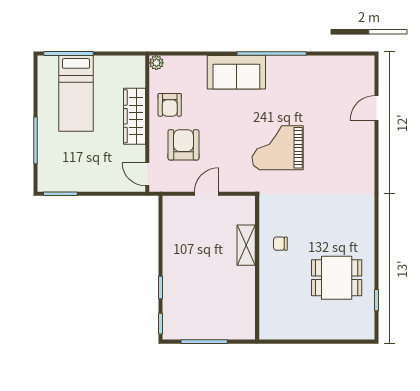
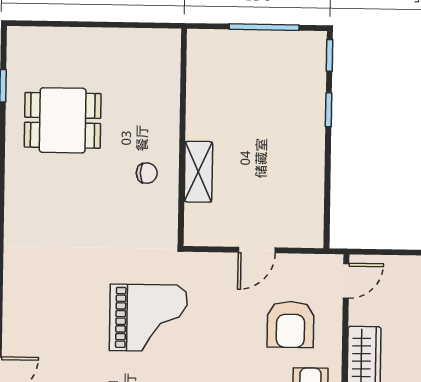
door: (147, 174) -> (346, 281), hinge flipped

